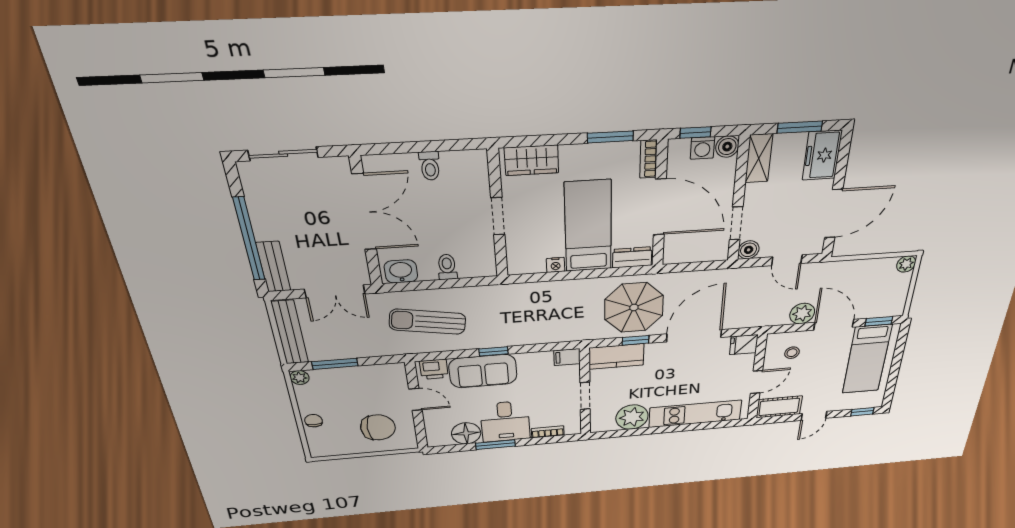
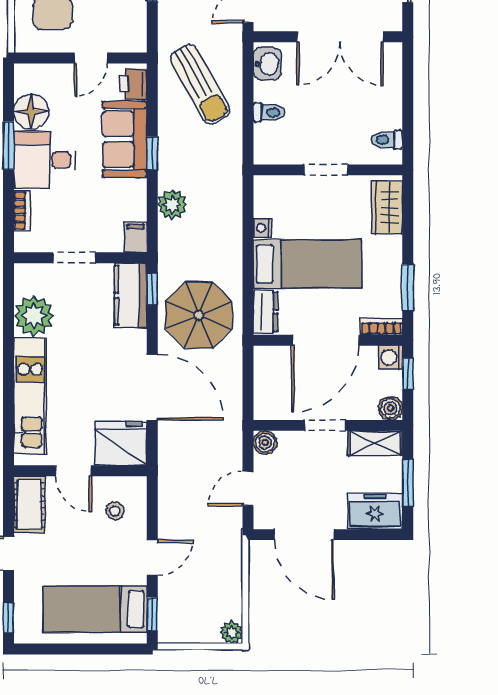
washing machine: (702, 148) -> (390, 358), moved
toilet: (430, 166) -> (387, 140), moved
doorway: (736, 223) -> (325, 425), moved
plant: (802, 314) -> (172, 204), moved
sun lounger: (428, 322) -> (200, 84), turned 141
door: (834, 325) -> (152, 558), width x0.73
window: (636, 340) -> (152, 289), moved
fridge: (744, 345) -> (121, 443), width x1.88, depth x1.34

